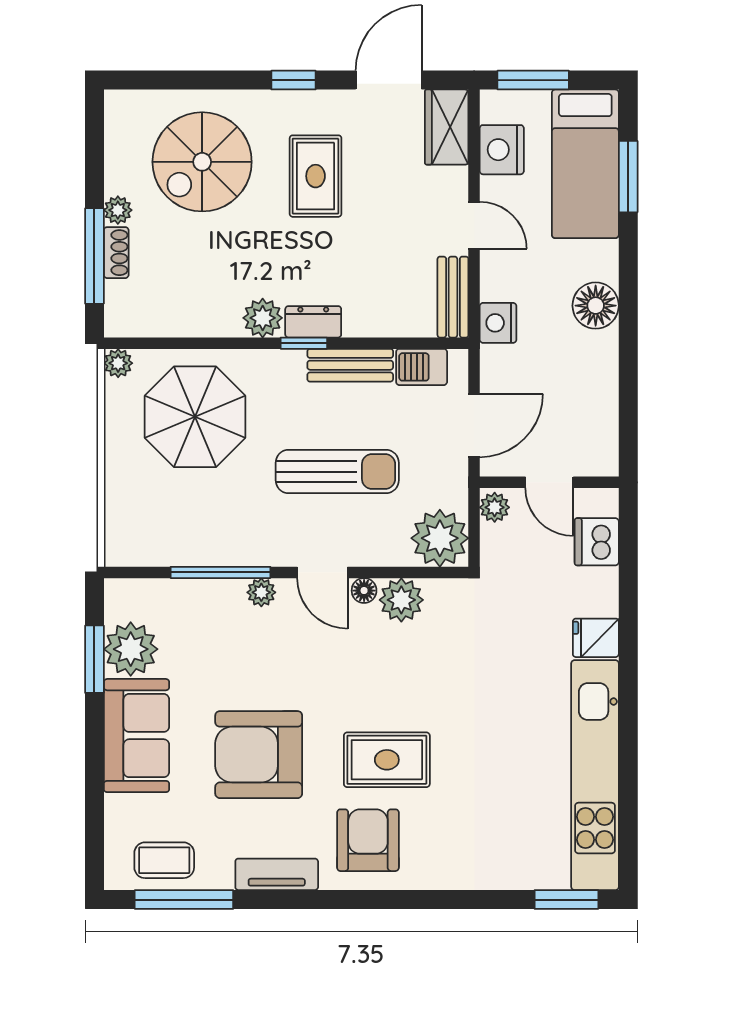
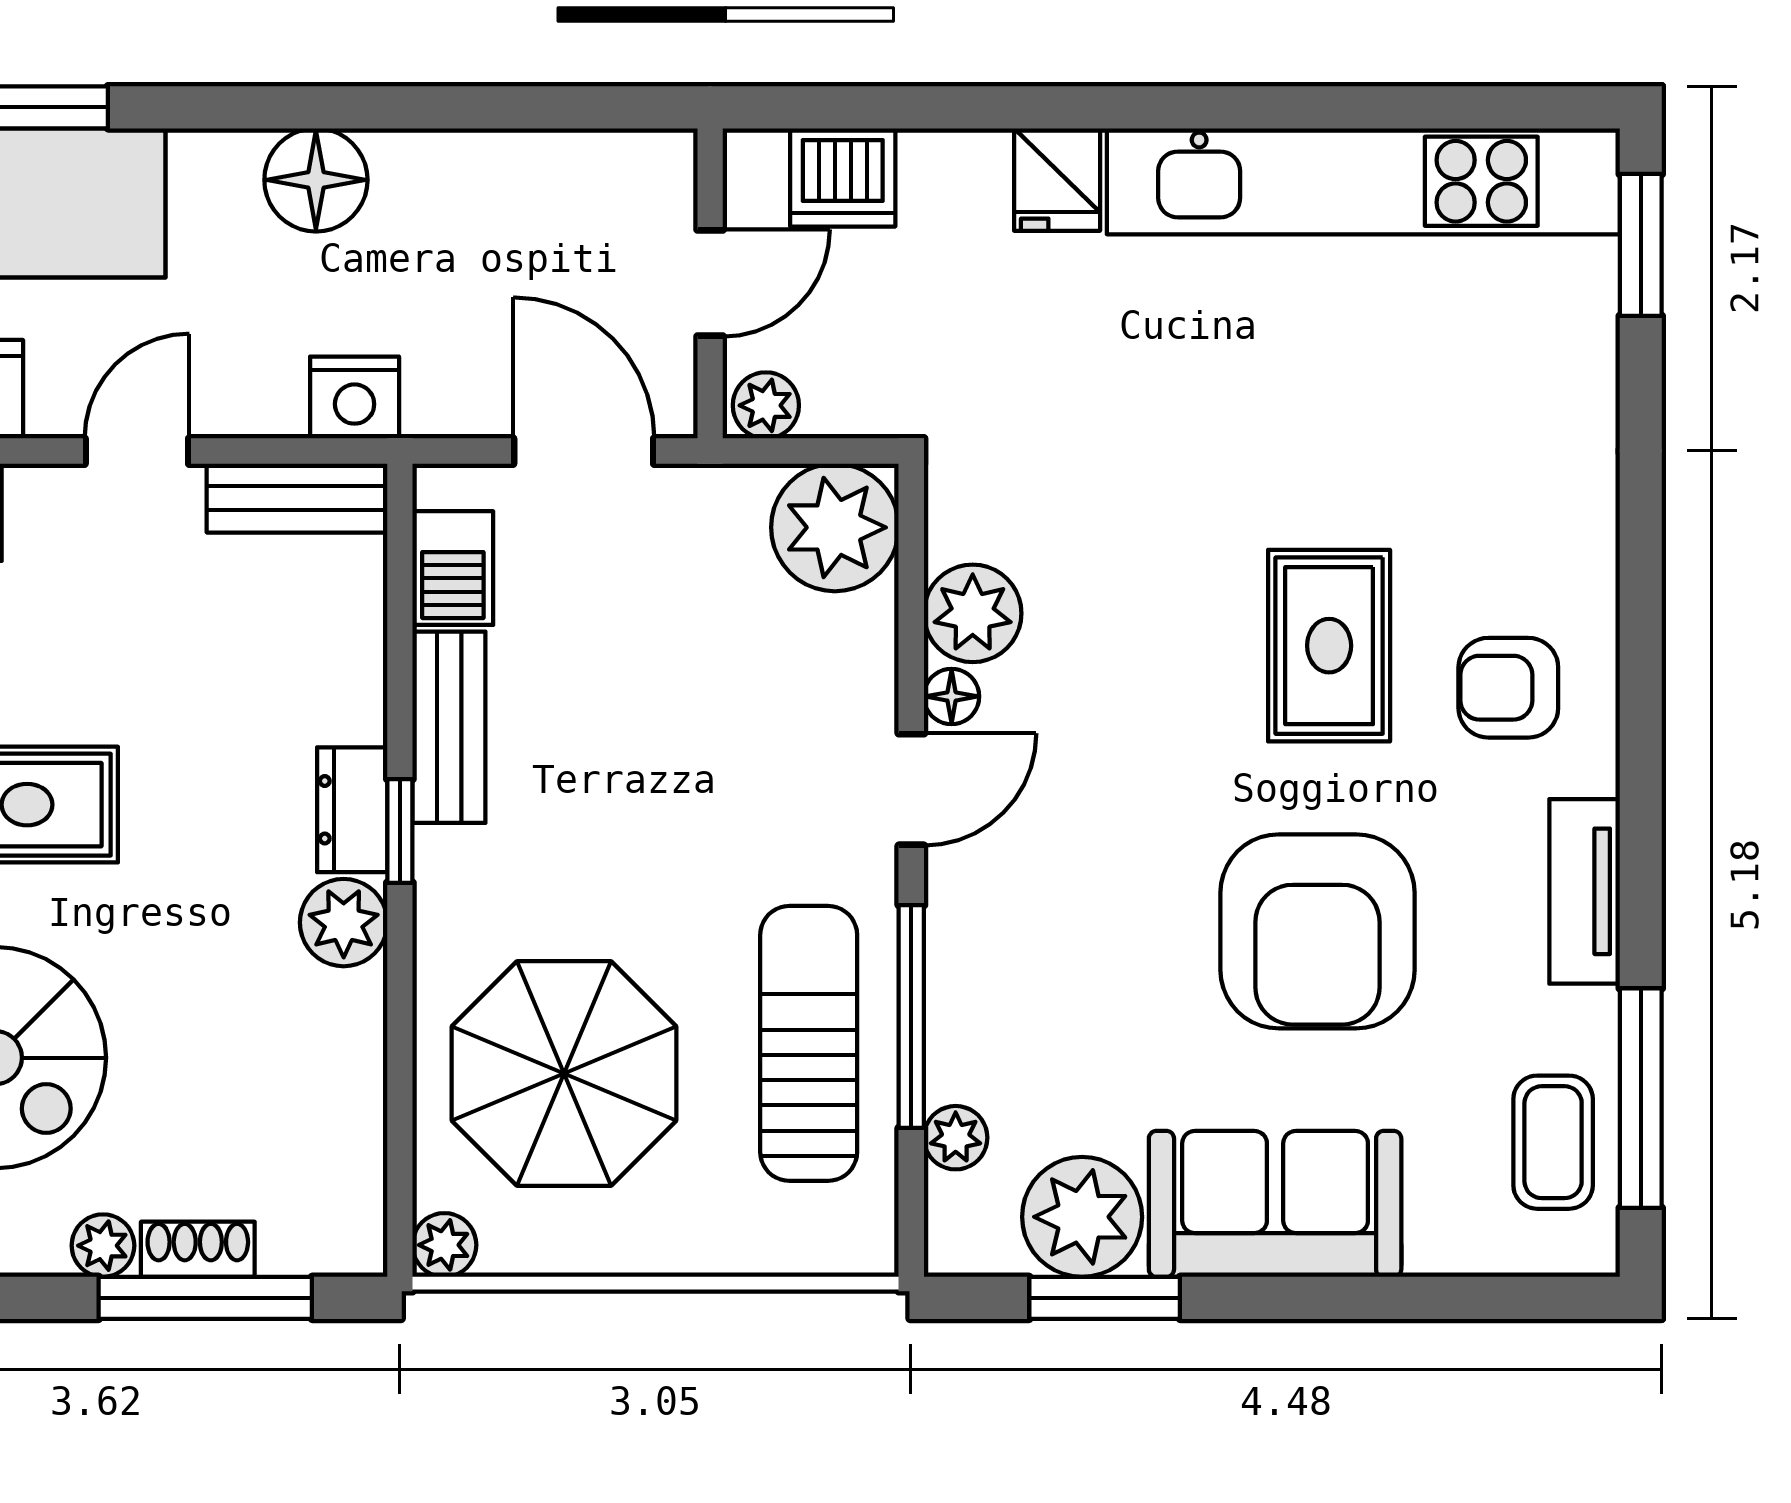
sun lounger: (337, 472) -> (809, 1043), moved
plant: (261, 592) -> (956, 1138), moved
armchair: (368, 840) -> (1508, 688), width x0.72, depth x0.72

